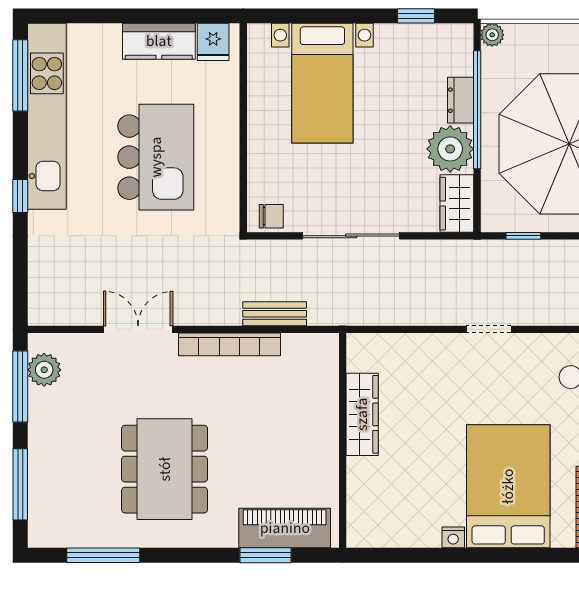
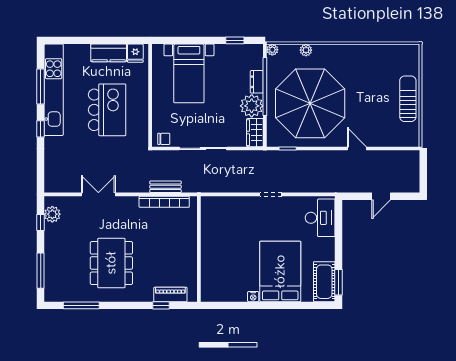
plant: (561, 35) -> (306, 50), added
window: (20, 75) -> (41, 86), moved
bookcase: (229, 344) -> (164, 202), moved
window: (20, 387) -> (41, 222), width x0.46
wardrobe: (362, 414) -> (208, 236), removed
piano: (285, 528) -> (170, 294), width x0.73, depth x0.75
window: (266, 555) -> (161, 305), width x0.67

